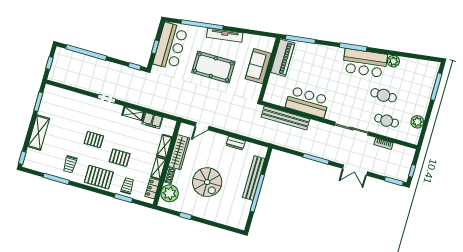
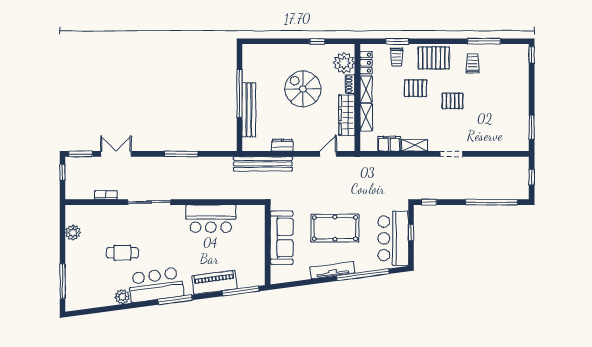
piano: (283, 58) -> (214, 282), moved, turned 82
sofa: (258, 66) -> (282, 238), width x1.36
bench: (285, 118) -> (263, 164), moved
cafe table: (387, 121) -> (110, 224), removed
shelving: (39, 133) -> (521, 91), removed
double door: (355, 170) -> (116, 154), moved

